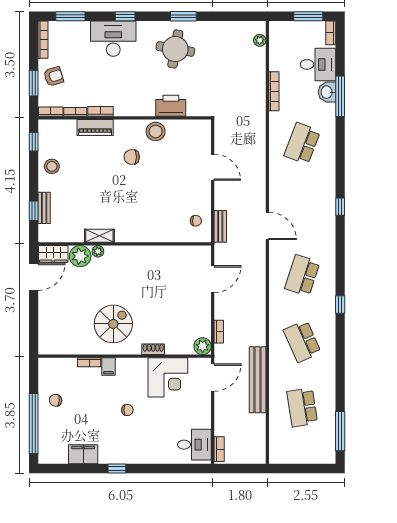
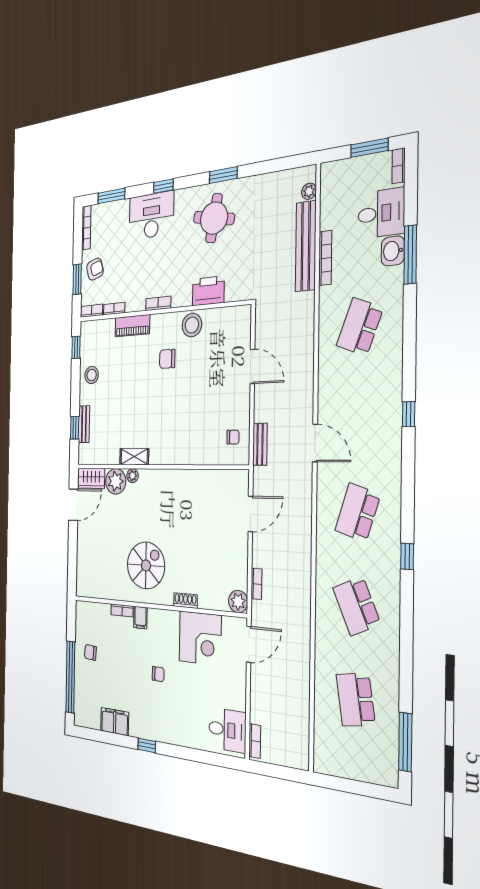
bookcase: (101, 111) -> (158, 303), moved
bench: (258, 380) -> (306, 246), moved

